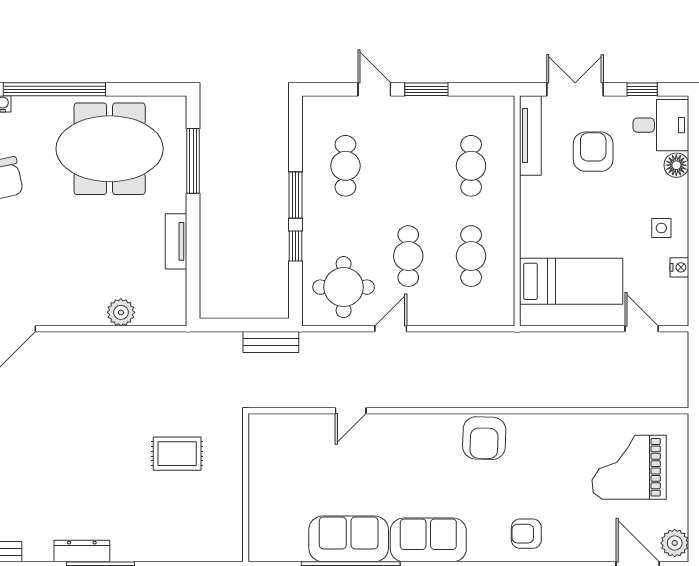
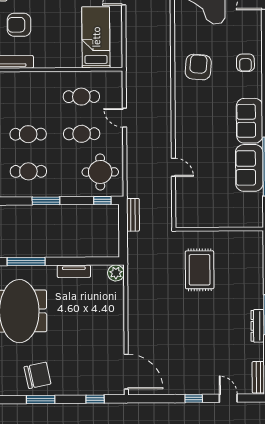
cafe table: (471, 166) -> (28, 134), moved
window: (296, 246) -> (102, 200), moved
plant: (121, 312) -> (116, 273), moved
door: (391, 329) -> (125, 118), moved
armchair: (484, 438) -> (198, 67), moved, turned -87
rug: (177, 454) -> (200, 270), width x1.36, depth x1.43

